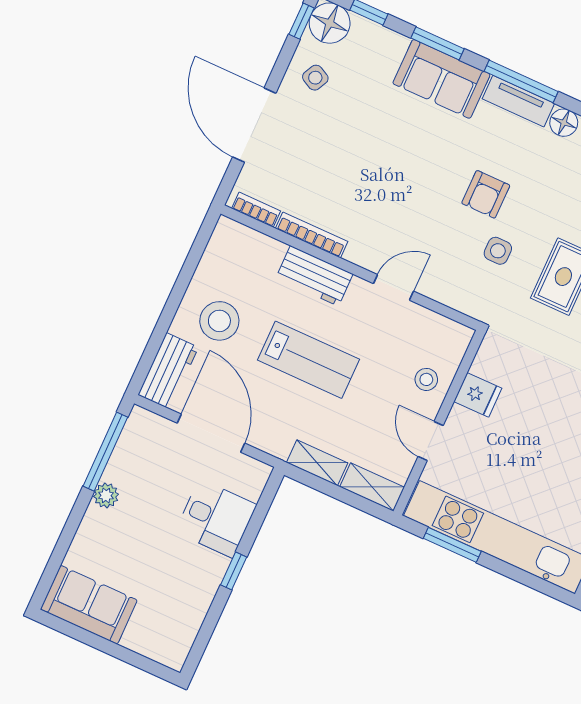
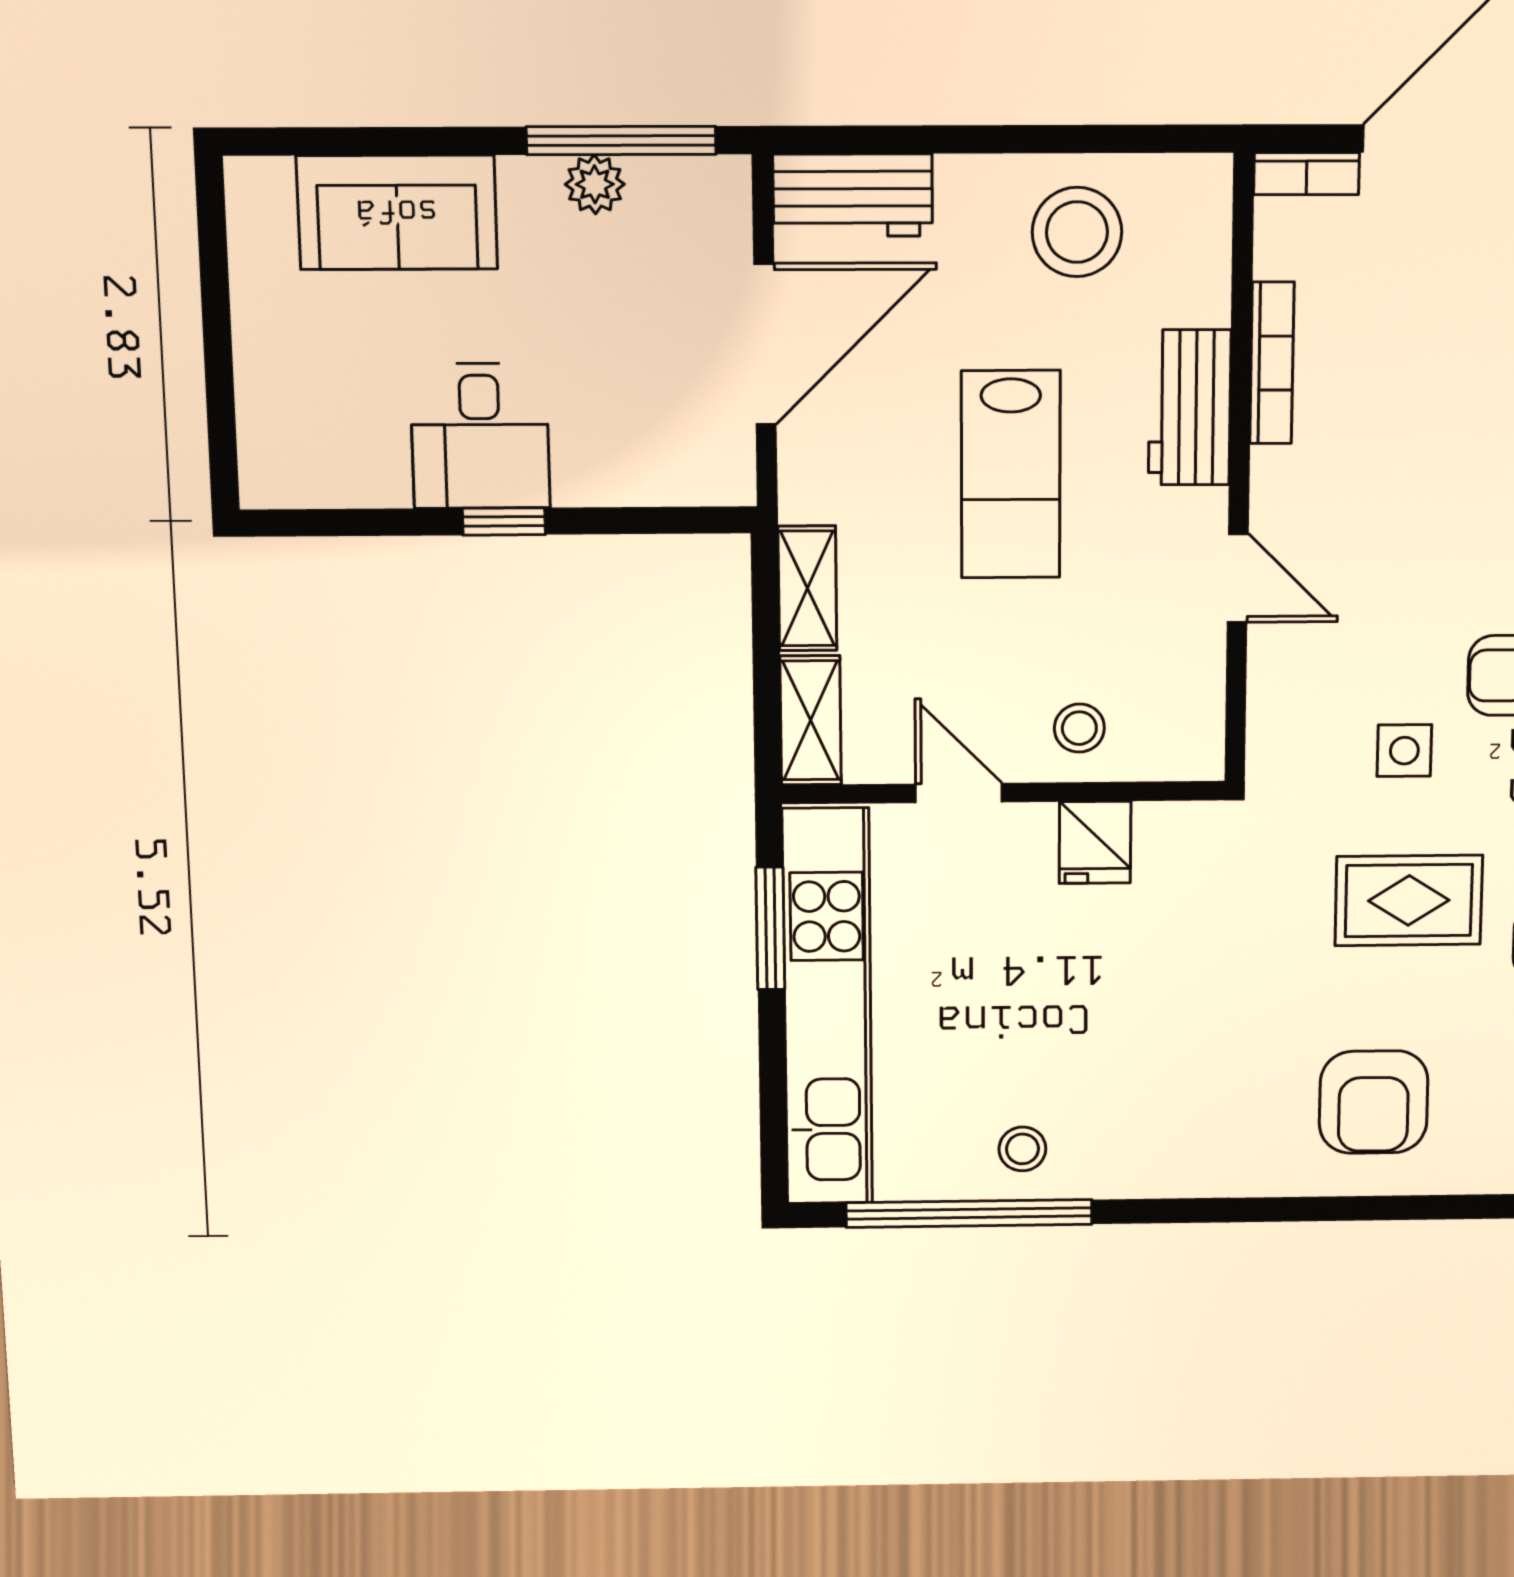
bookcase: (256, 210) -> (1306, 174), moved, turned 90
stool: (219, 321) -> (1077, 232), moved
door: (431, 441) -> (959, 793), hinge flipped
plant: (106, 495) -> (595, 184), moved
desk: (216, 518) -> (480, 436), moved
sofa: (89, 605) -> (397, 212), moved, turned 90

